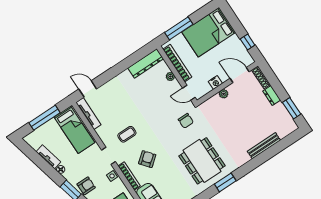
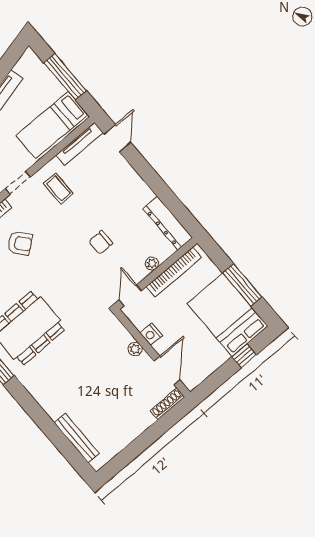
window: (179, 28) -> (242, 285), moved
window: (248, 42) -> (244, 356), moved
dresser: (272, 95) -> (141, 424), removed
window: (292, 108) -> (125, 457), removed
chair: (186, 121) -> (101, 242), moved
coffee table: (127, 134) -> (58, 189), moved
bench: (264, 146) -> (77, 438), moved

